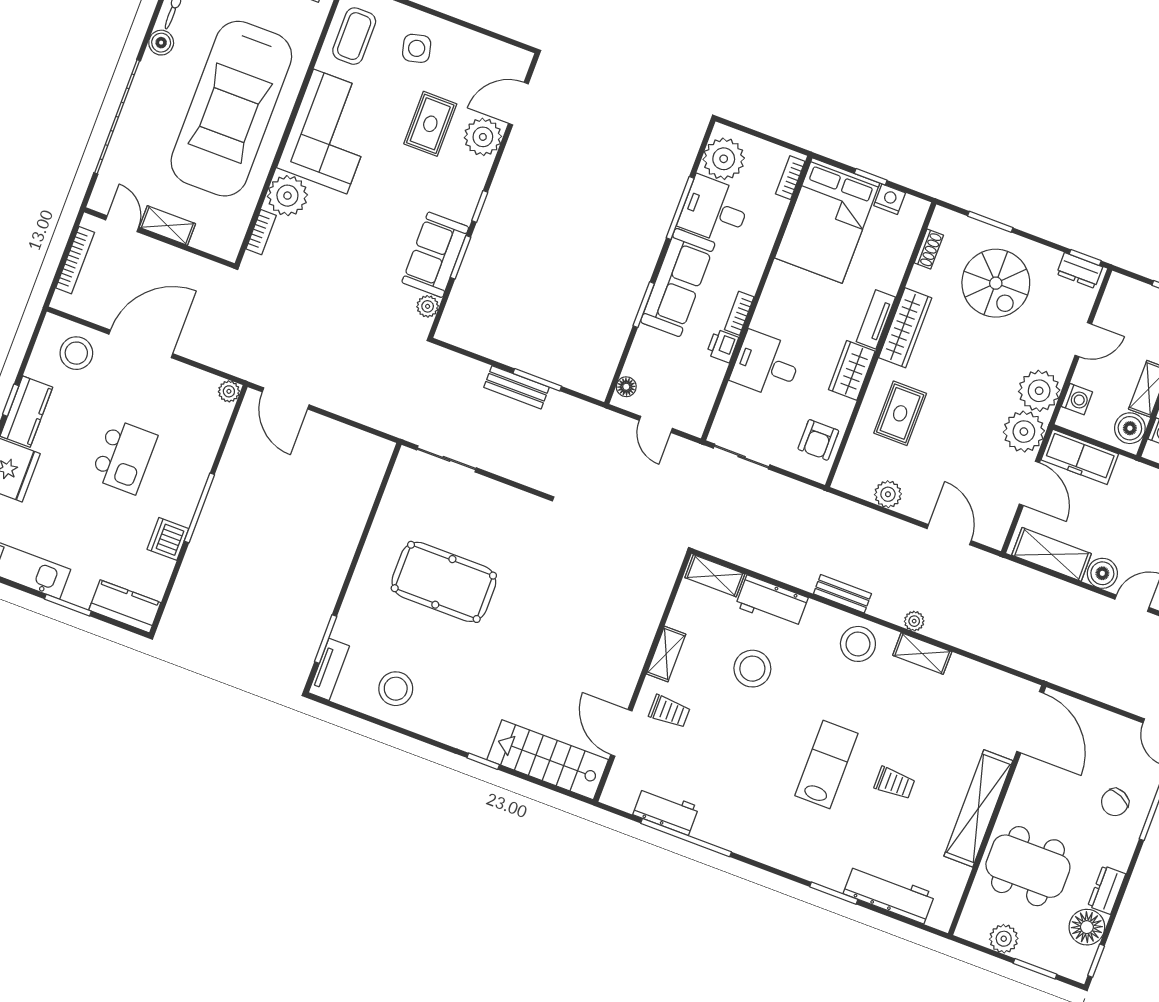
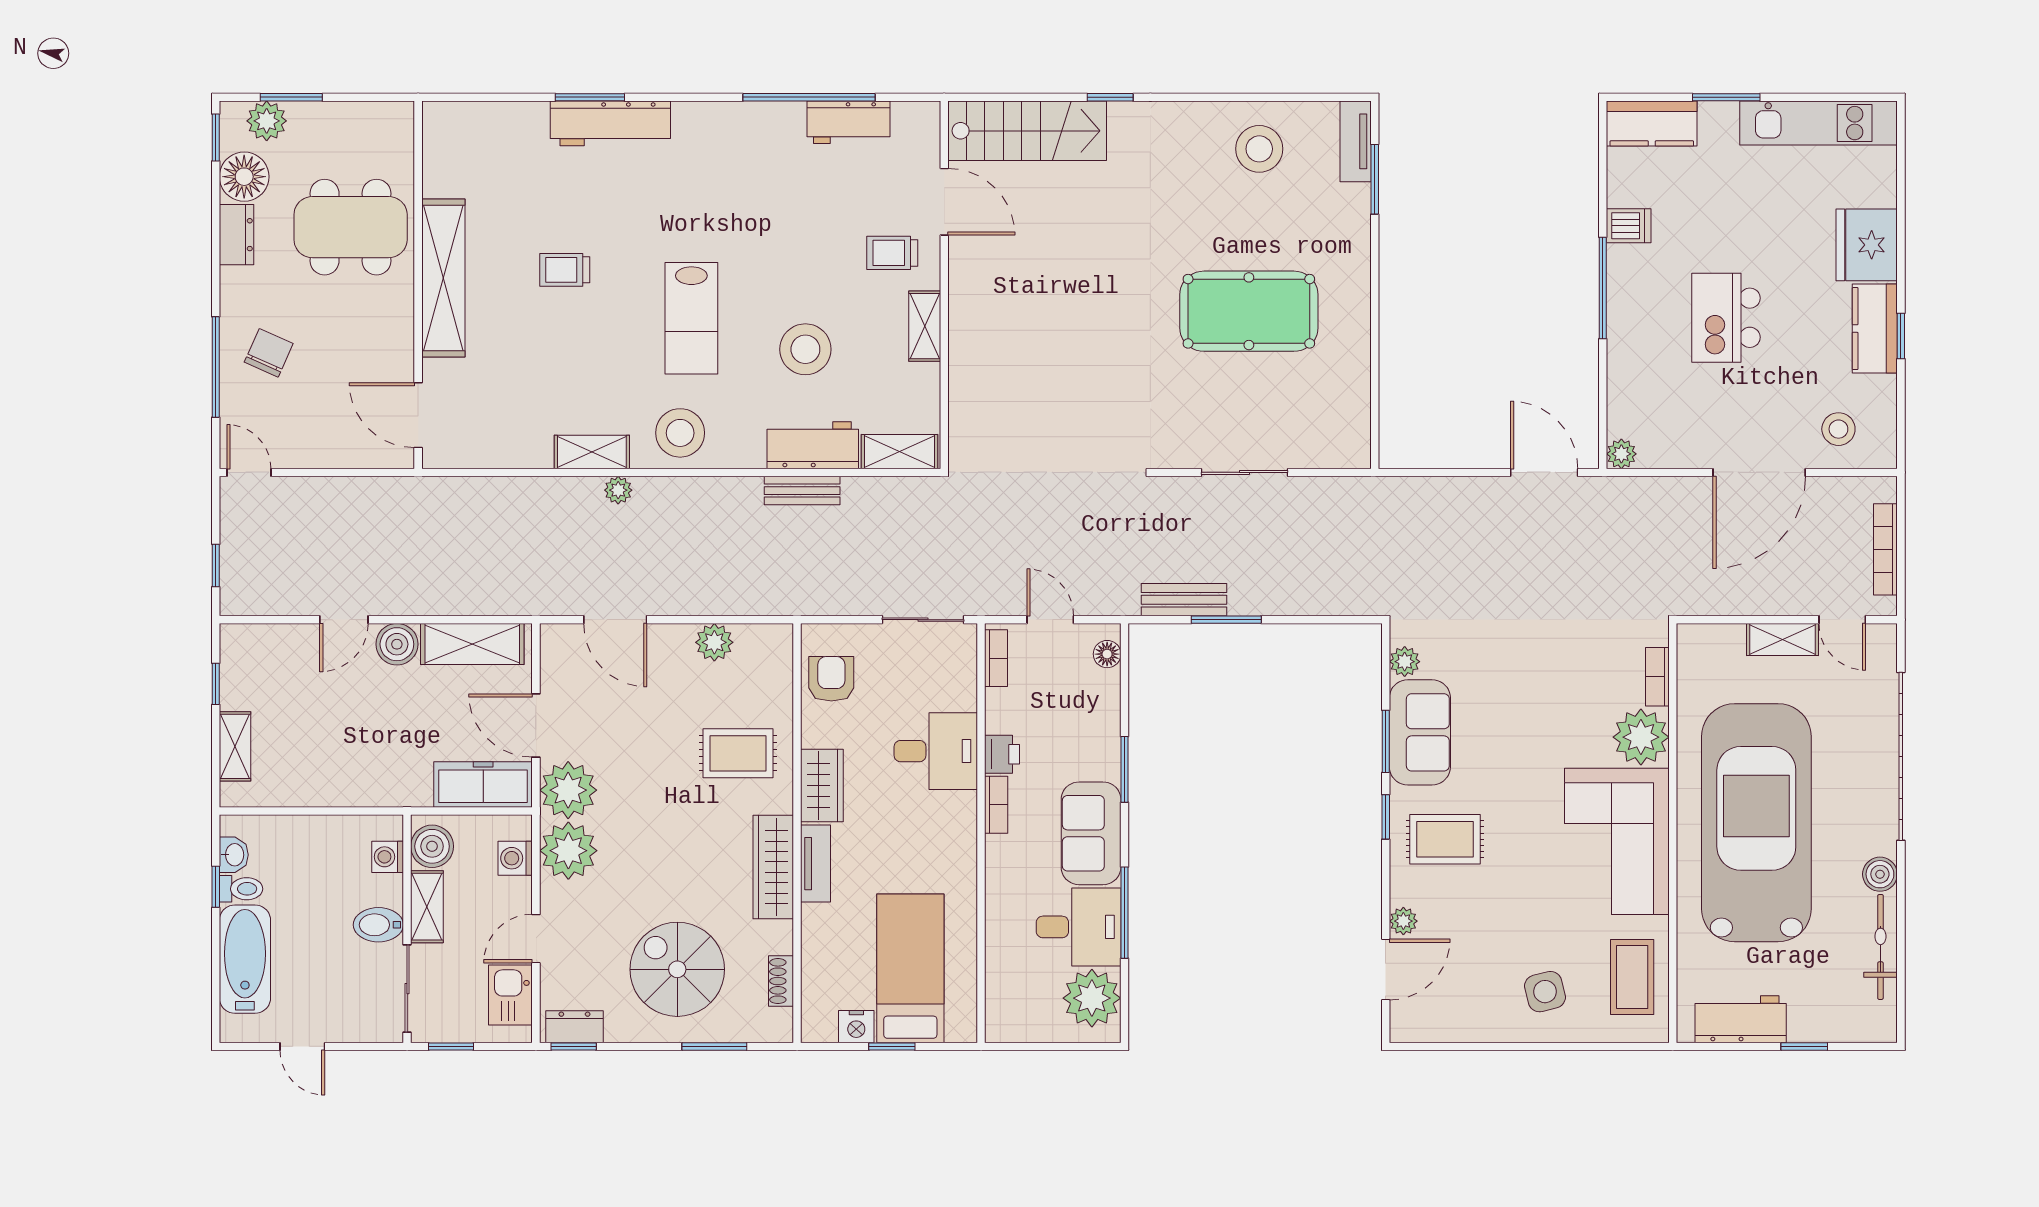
rug: (430, 124) -> (1445, 839), moved, turned 90
plant: (483, 137) -> (1403, 921), width x0.53, depth x0.53
bookcase: (790, 178) -> (996, 658), moved
bed: (827, 221) -> (910, 968), width x0.67
sofa: (678, 283) -> (1091, 833), width x0.73
kitchen sink: (1115, 308) -> (510, 995), added
stool: (76, 353) -> (1838, 429), width x0.73, depth x0.73
bench: (516, 387) -> (1184, 600), moved
rug: (900, 413) -> (738, 753), turned 90
sliding door: (447, 459) -> (1244, 472), moved
dishwasher: (168, 539) -> (1629, 226), width x0.73
bench: (842, 594) -> (802, 491), moved
door: (1030, 722) -> (418, 415), width x0.73
lab bench: (826, 765) -> (691, 318), moved
workbench: (889, 894) -> (610, 123), moved
plant: (1004, 939) -> (267, 121), moved

